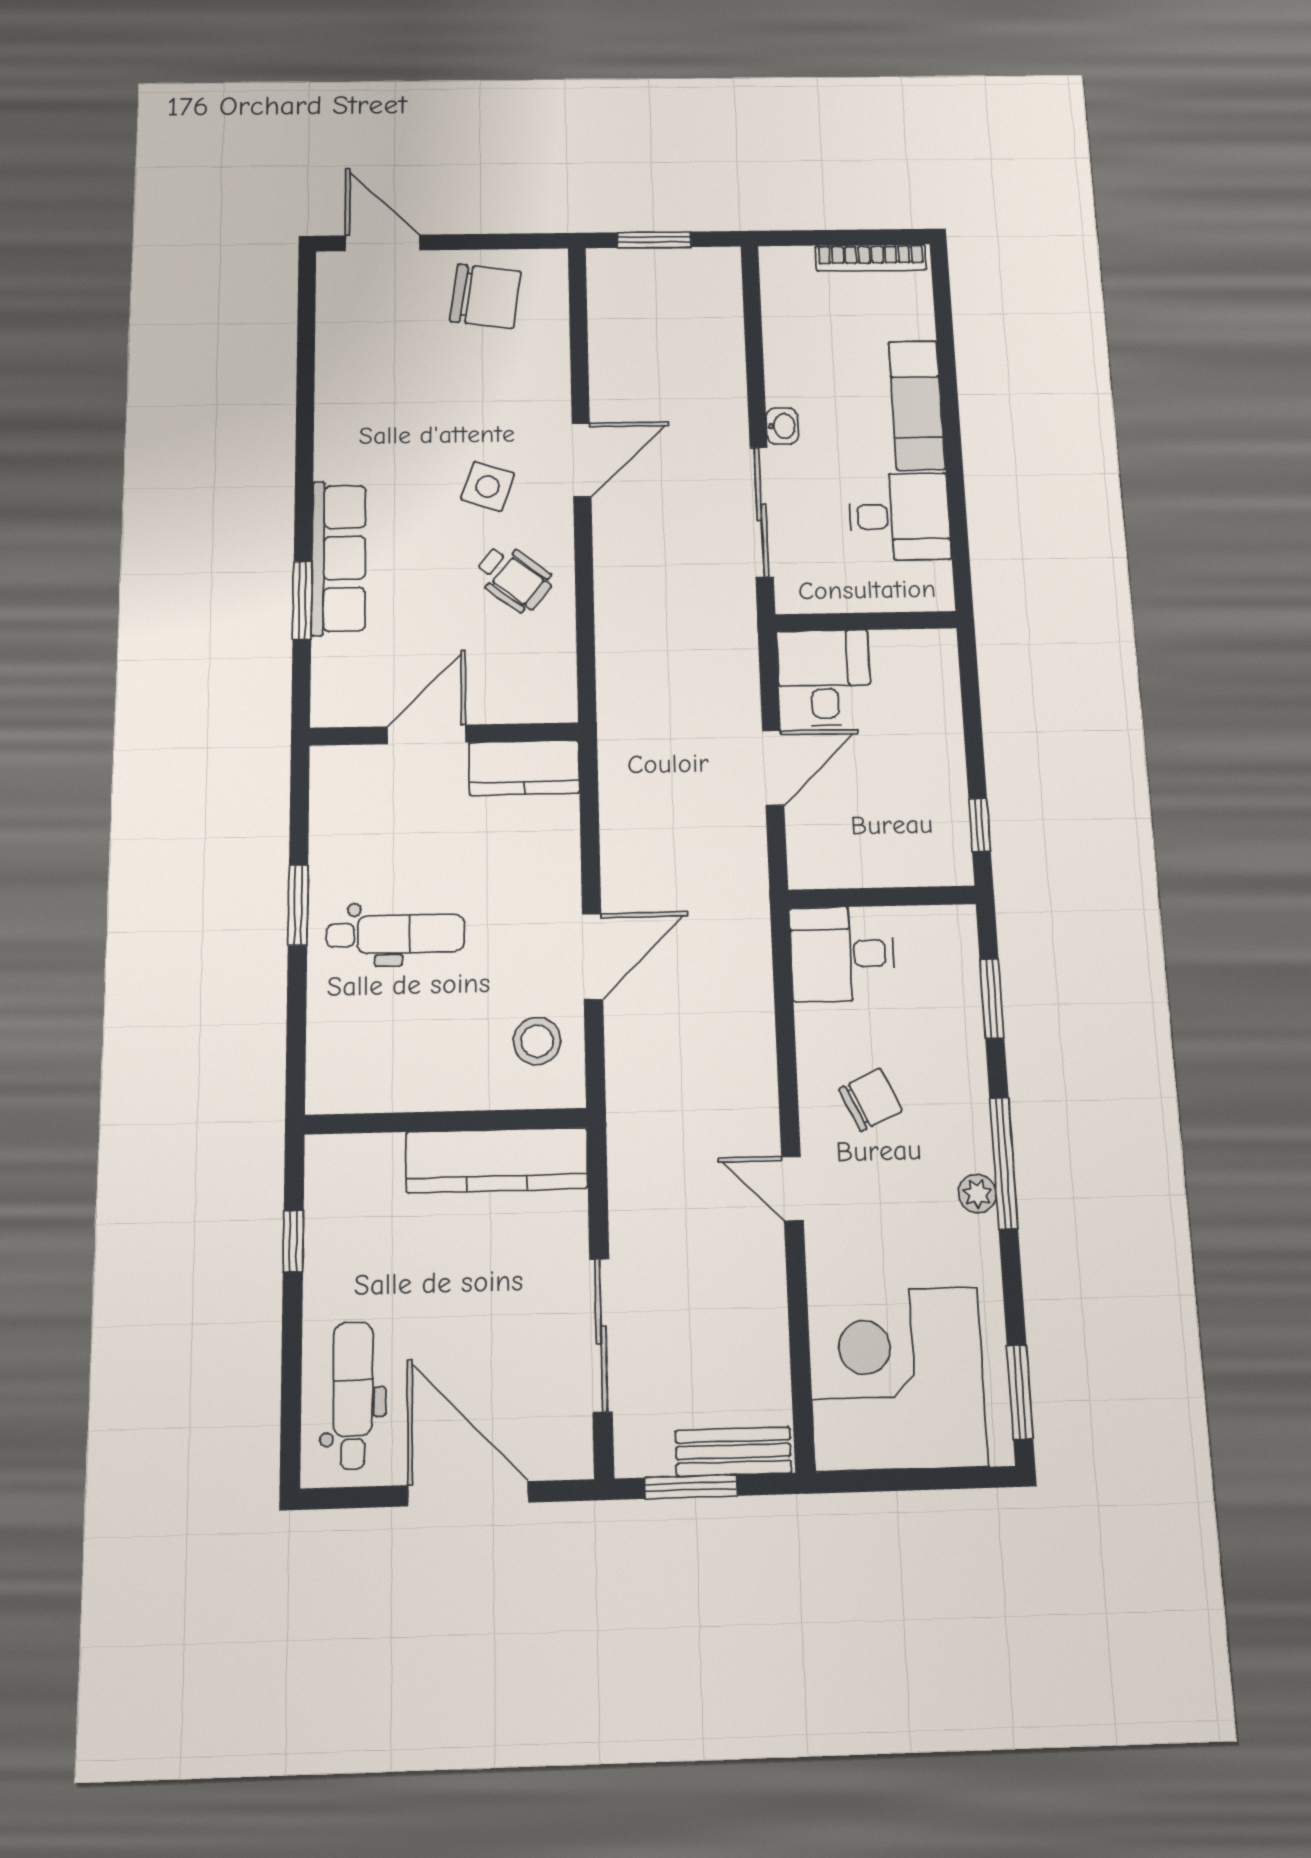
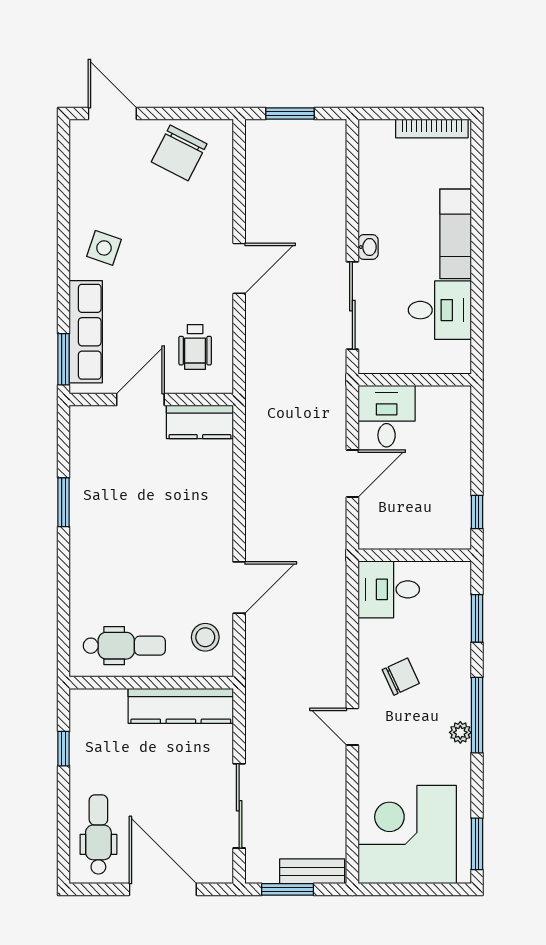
chair: (485, 296) -> (179, 153), turned 109
side table: (488, 486) -> (104, 248), moved
wheelchair: (514, 578) -> (195, 347), turned 52
door: (426, 734) -> (140, 400), moved
wall: (444, 734) -> (151, 400), moved
kitchen counter: (524, 768) -> (200, 422), moved
window: (298, 905) -> (64, 502), moved
dental chair: (396, 934) -> (124, 646), moved

